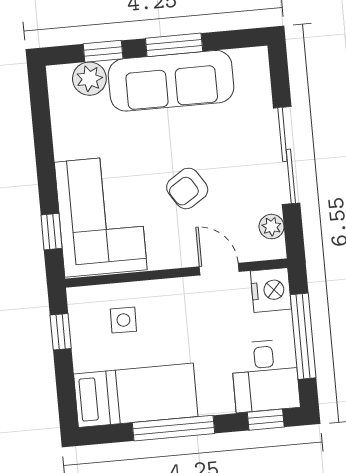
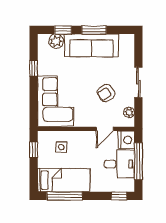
sliding door: (287, 155) -> (138, 82), width x0.73
armchair: (187, 188) -> (106, 93), moved
window: (51, 232) -> (34, 68), moved
door: (219, 269) -> (105, 129), swing flipped
desk: (265, 376) -> (119, 164), moved, turned -90
window: (174, 428) -> (65, 196), moved

